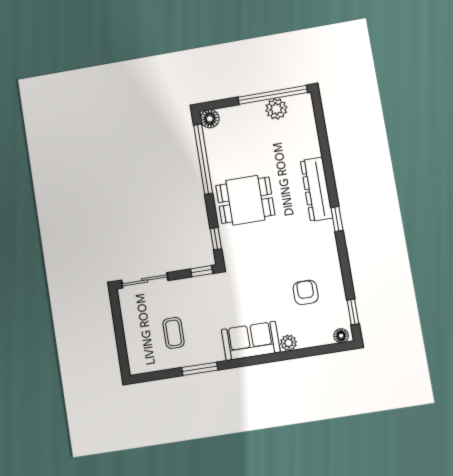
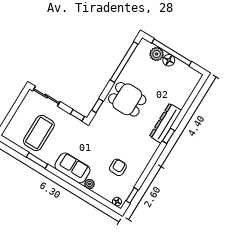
window: (273, 95) -> (172, 52), moved
plant: (276, 109) -> (157, 54), moved
floor lamp: (210, 119) -> (169, 60), moved
window: (337, 219) -> (169, 136), moved
coffee table: (174, 333) -> (39, 133), width x1.86, depth x1.72

